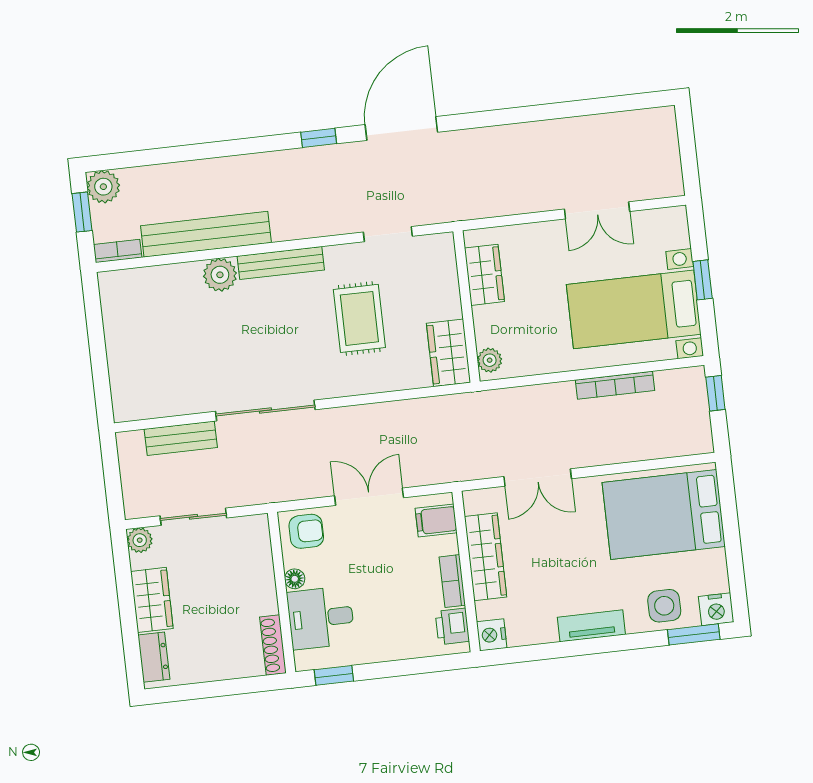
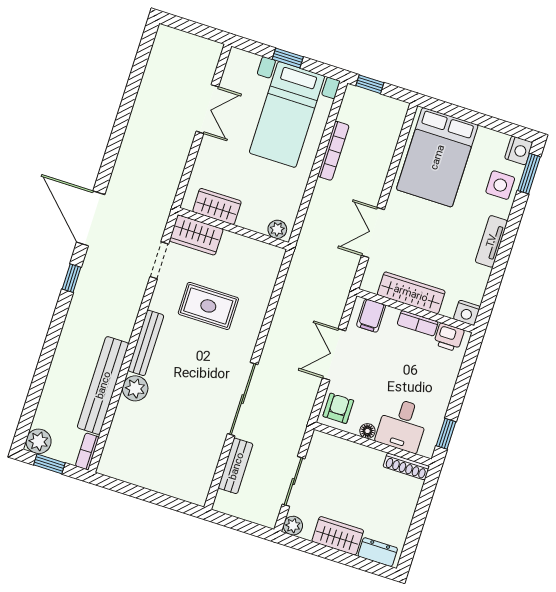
wardrobe: (449, 353) -> (196, 235), moved
double door: (538, 478) -> (373, 233), swing flipped

